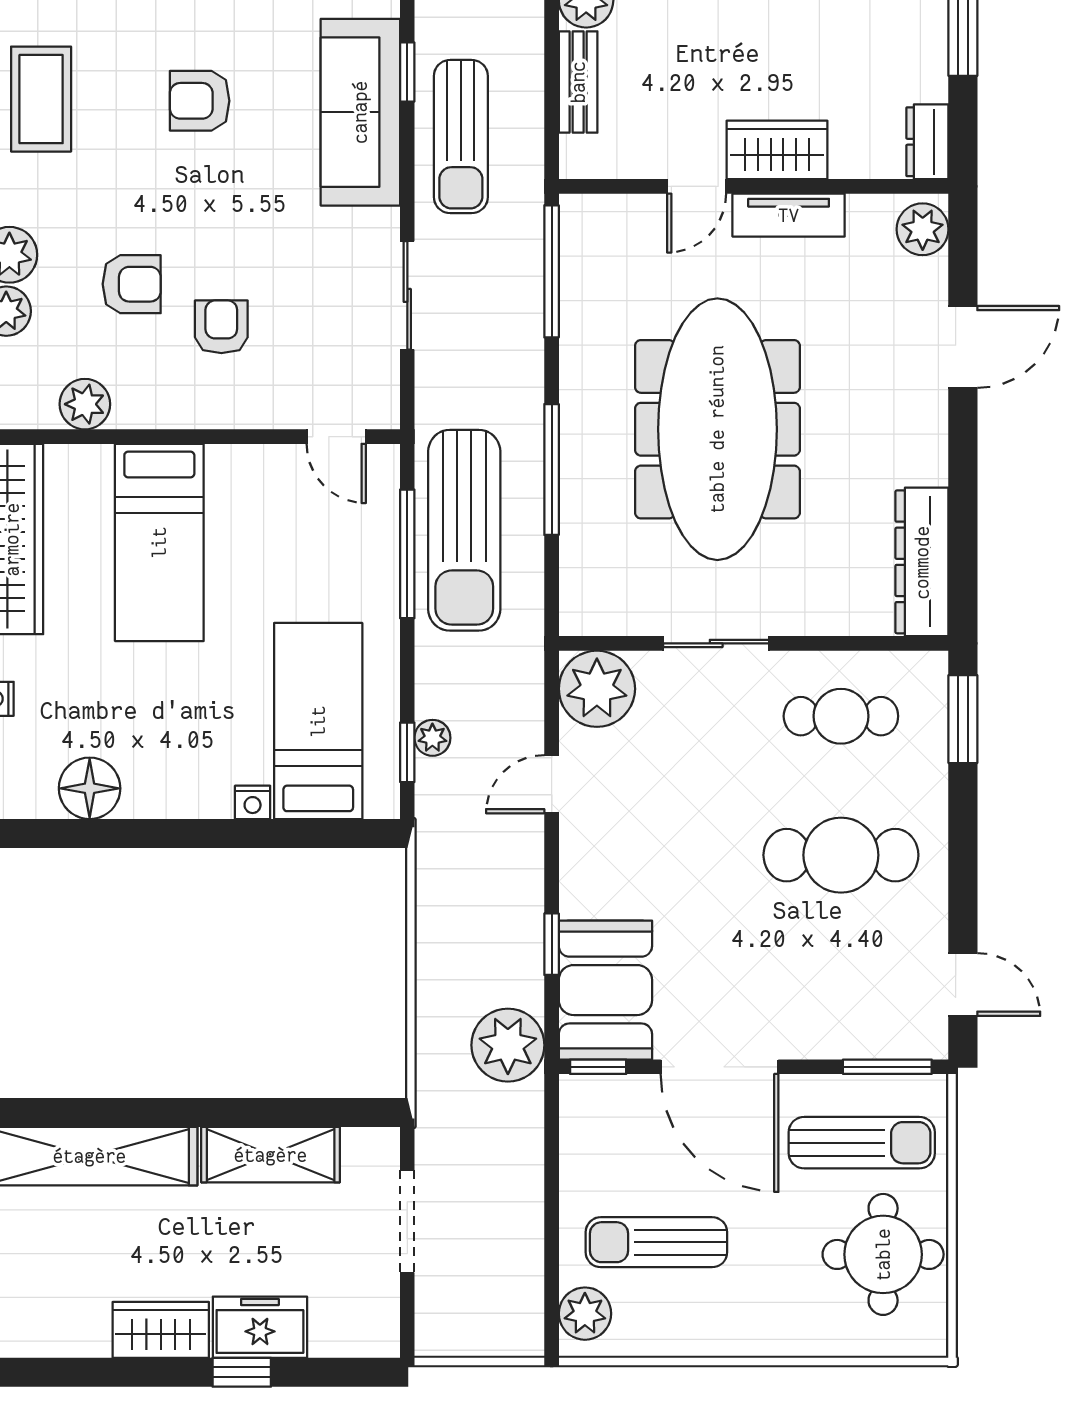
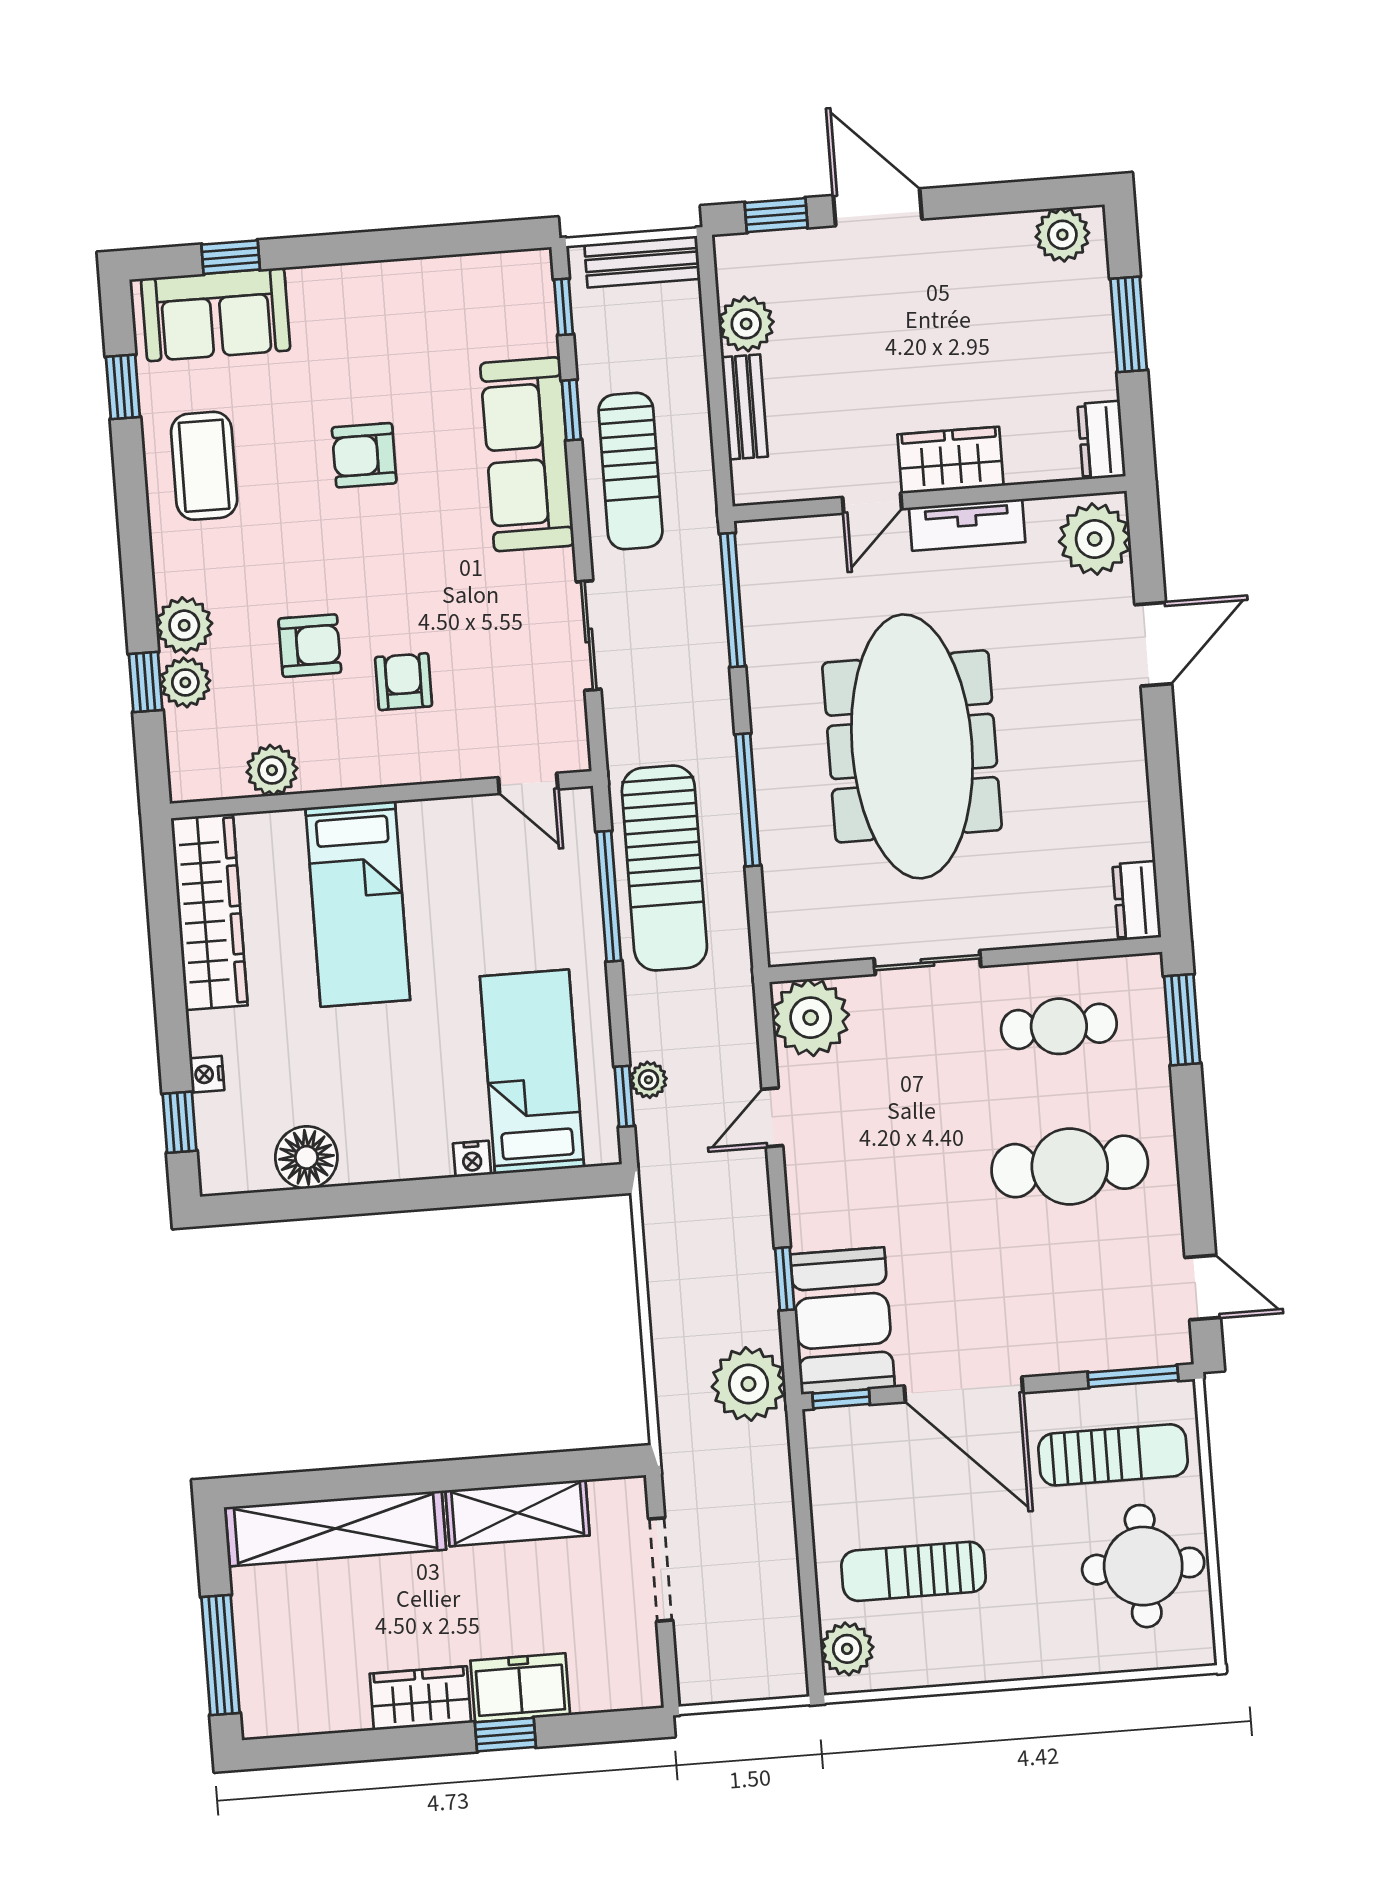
plant: (923, 229) -> (1095, 539), width x1.36, depth x1.36
dresser: (922, 562) -> (1137, 901), width x0.51, depth x0.80

